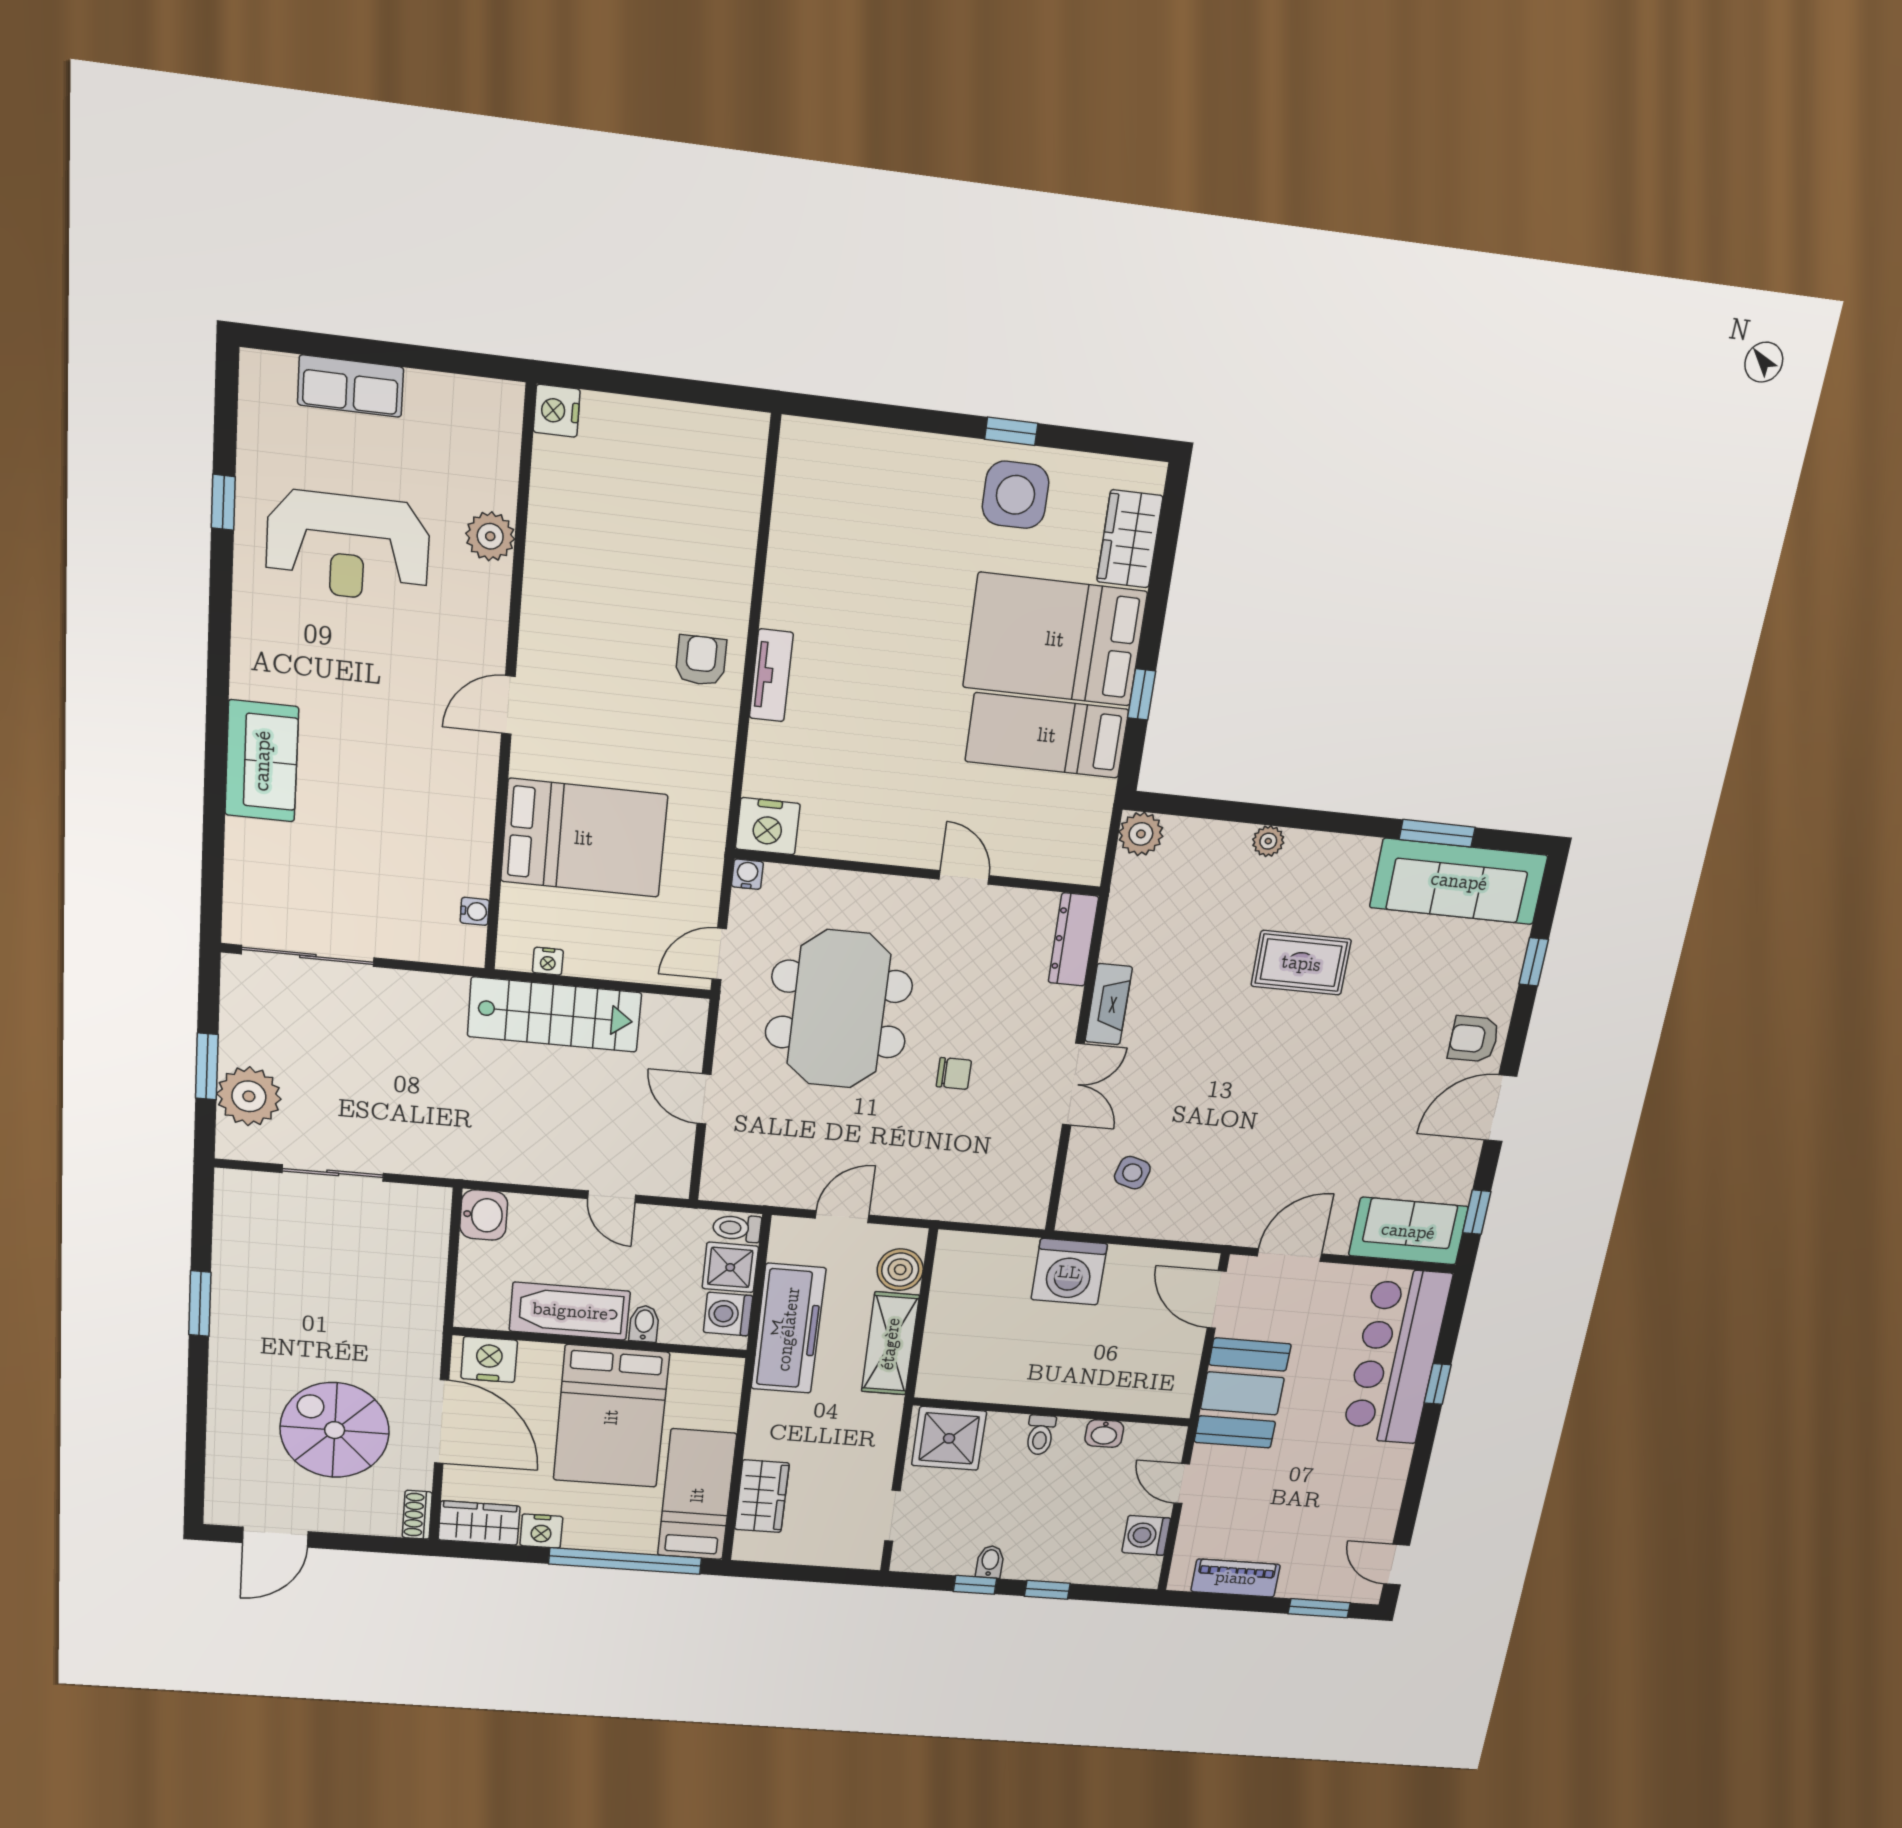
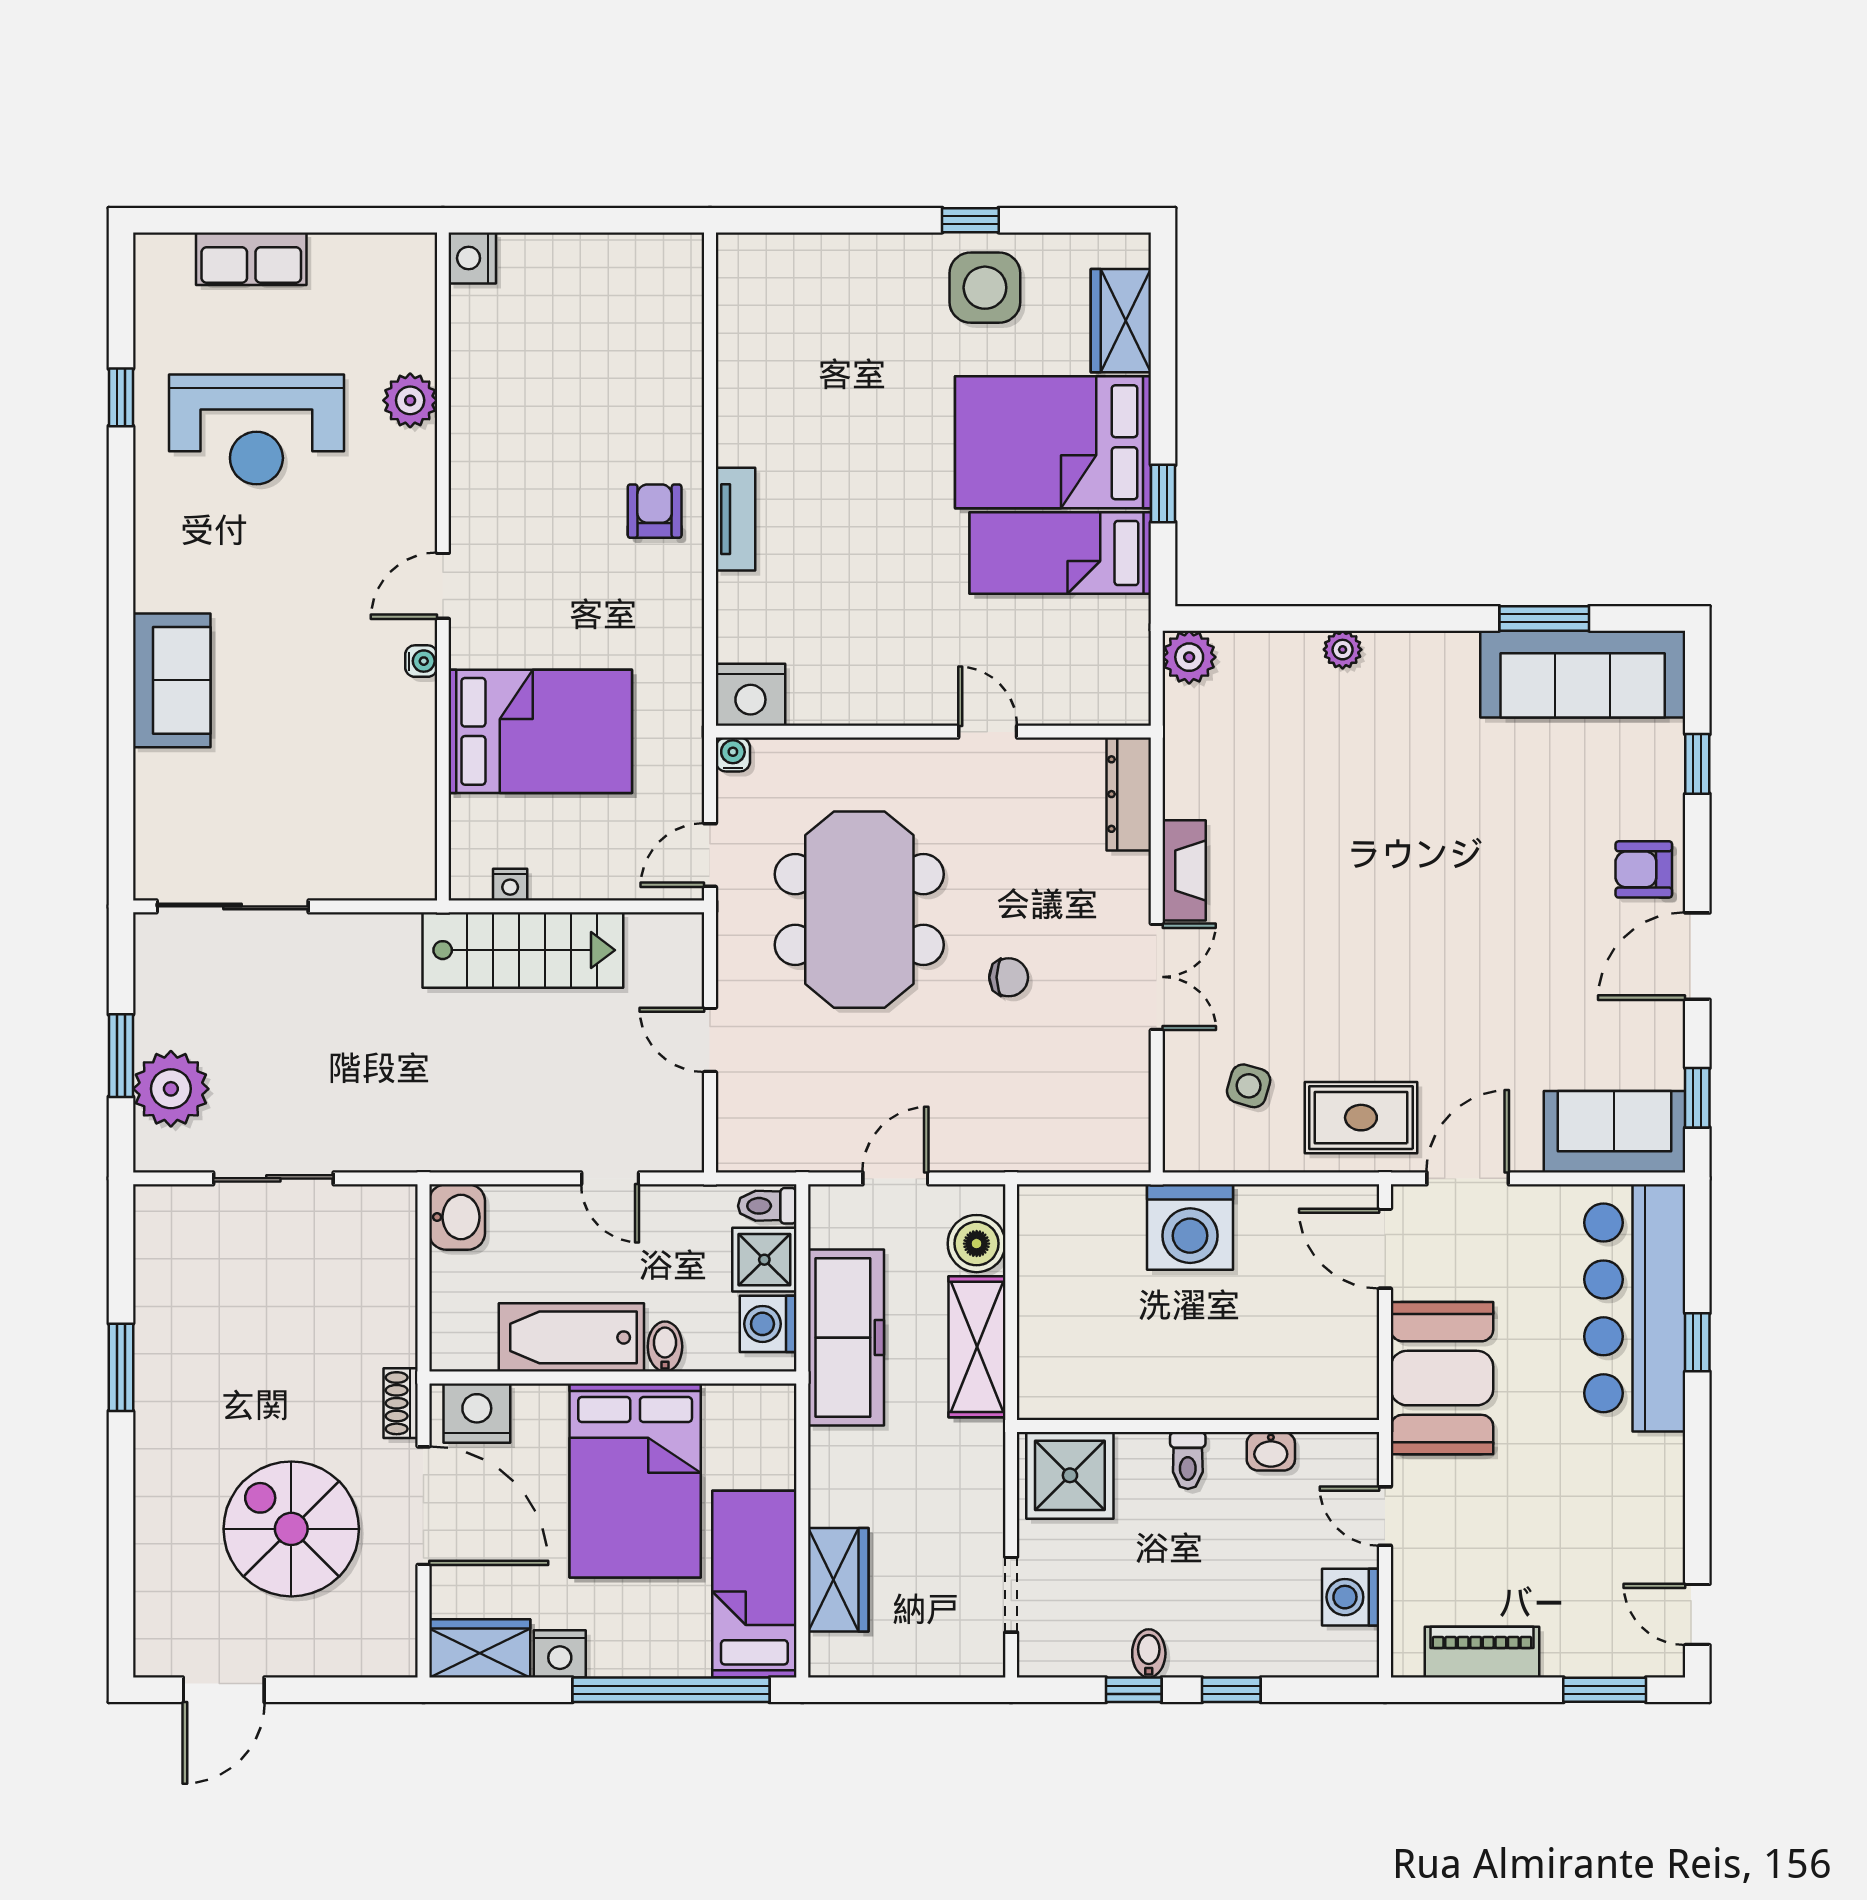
water cooler: (475, 911) -> (421, 661), moved
rug: (1301, 963) -> (1361, 1118), moved
shoe rack: (417, 1515) -> (401, 1403), moved

